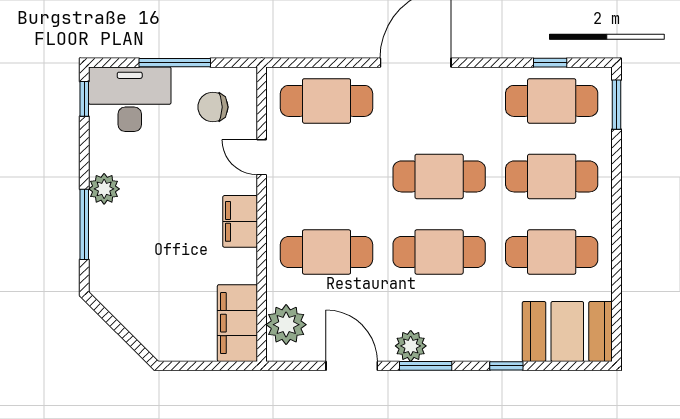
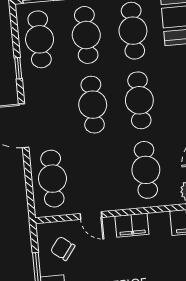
window: (550, 63) -> (18, 68), moved
chair: (213, 107) -> (63, 248), turned 127
door: (262, 157) -> (91, 215), hinge flipped

